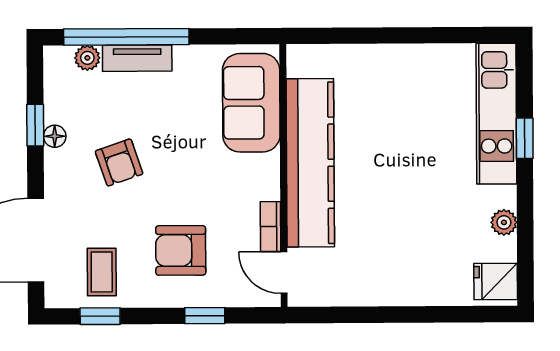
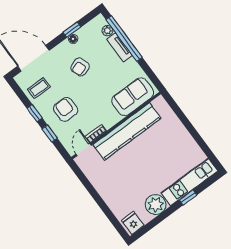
plant: (504, 222) -> (156, 205), width x1.87, depth x1.87
window: (100, 316) -> (35, 113), moved

